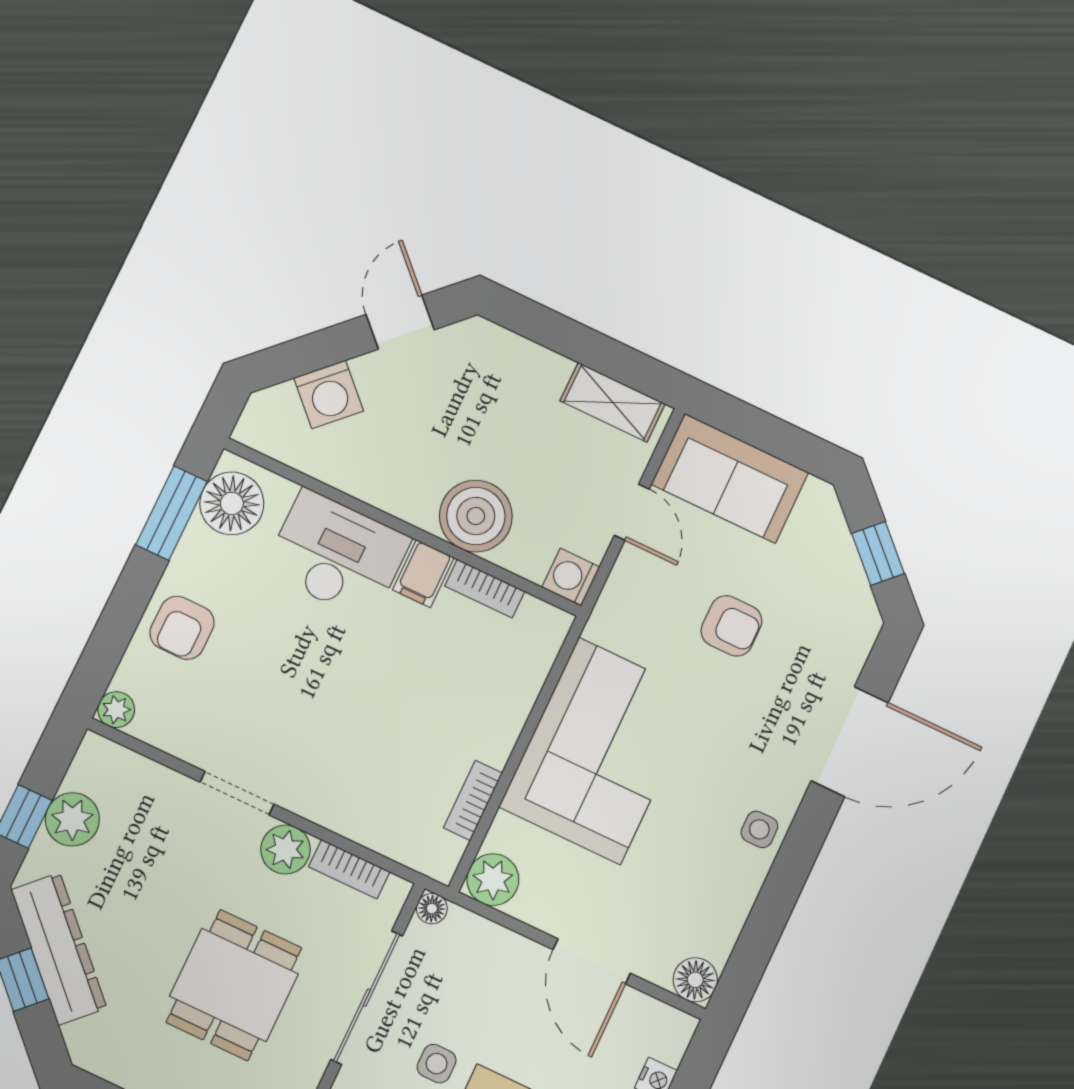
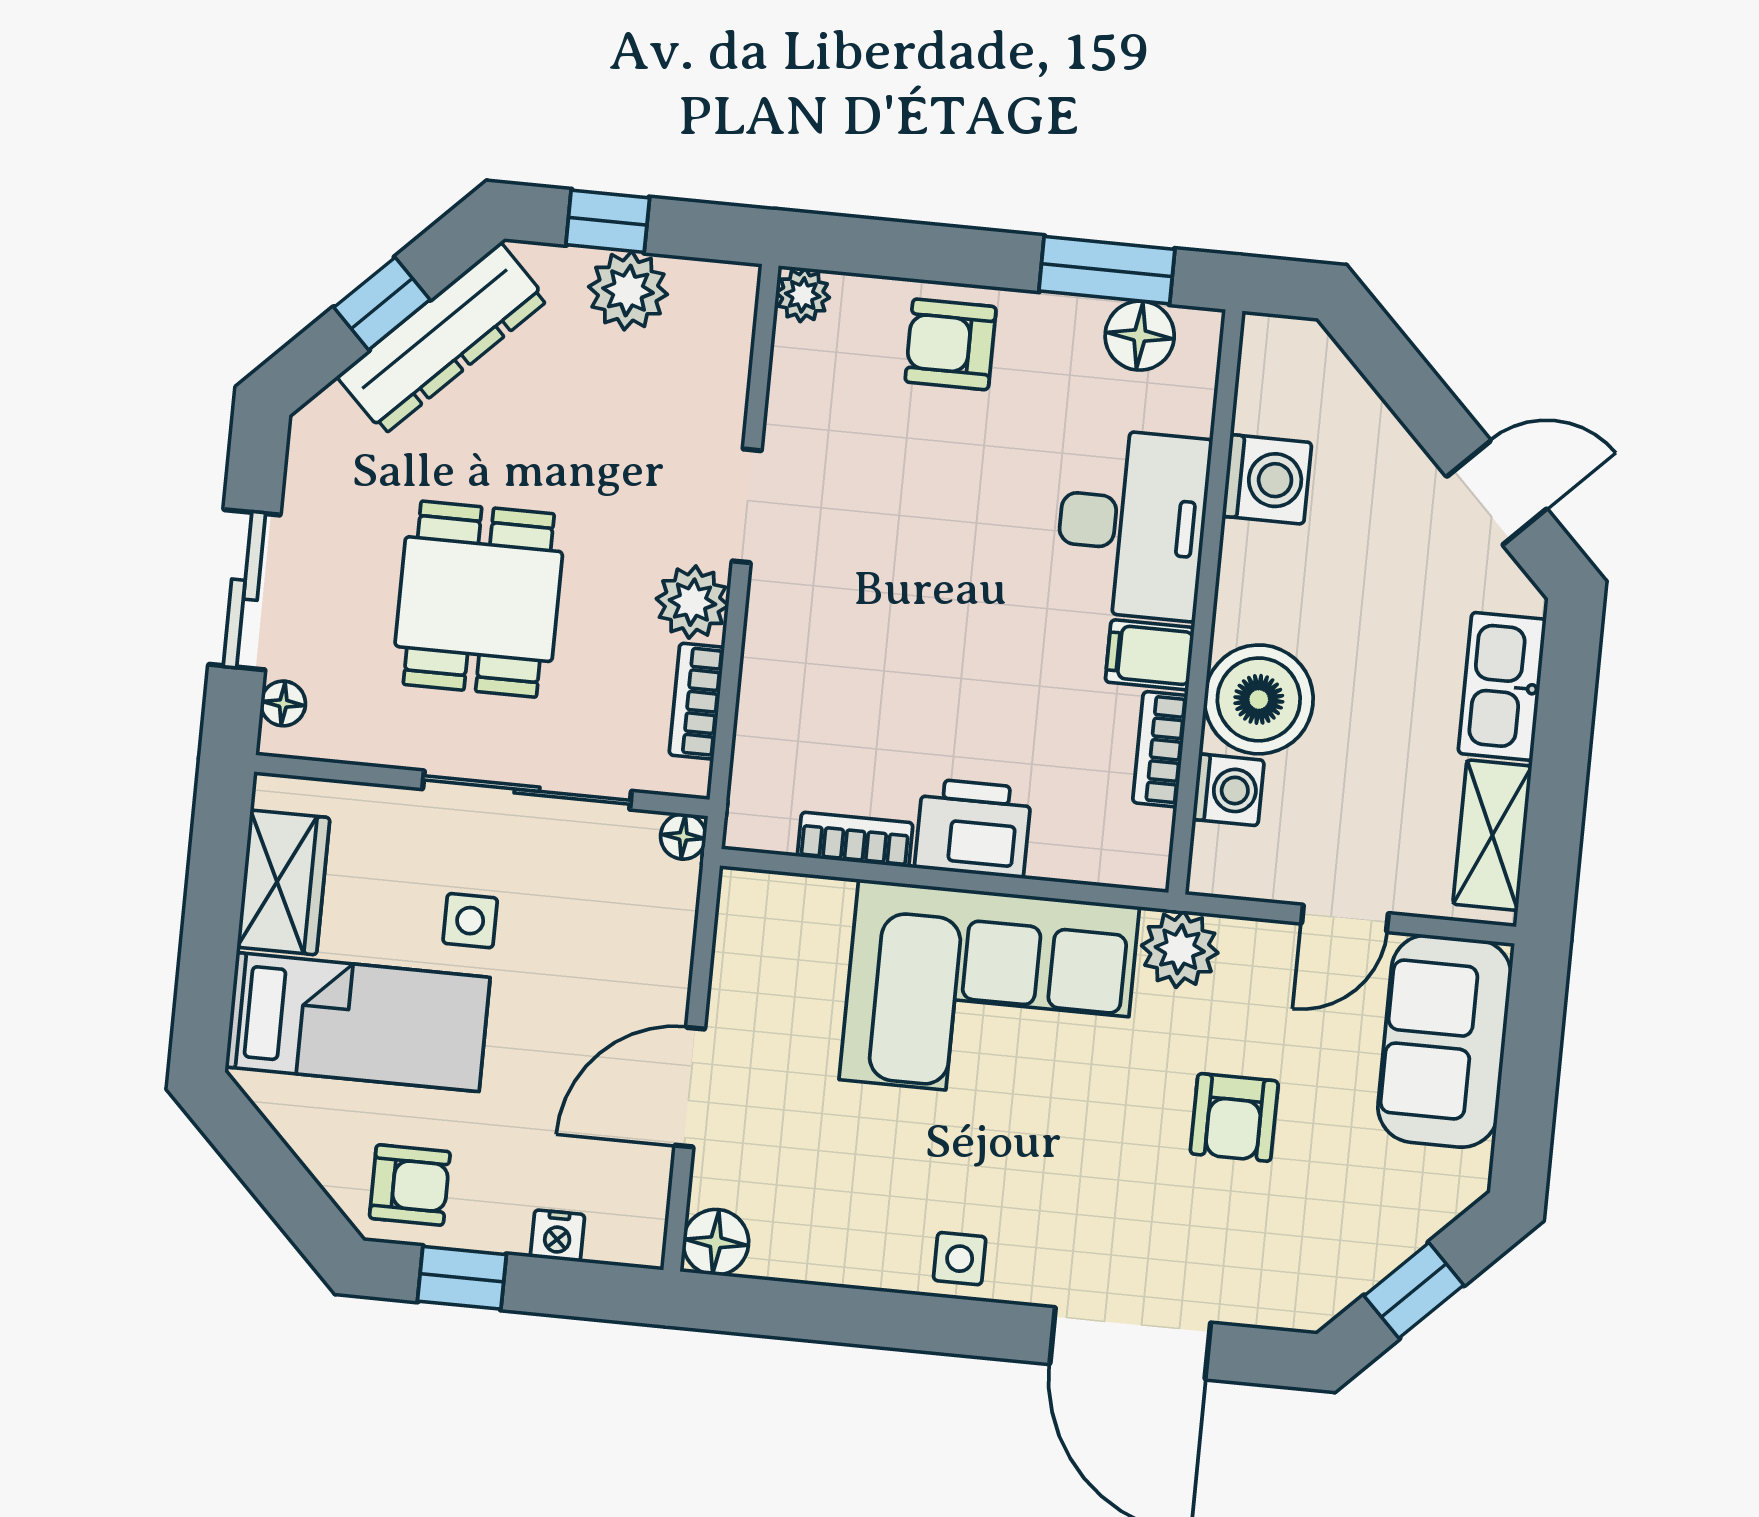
kitchen sink: (522, 363) -> (1502, 686), added
washing machine: (329, 394) -> (1267, 479), moved, turned -135
floor lamp: (232, 503) -> (1140, 336), width x0.73, depth x0.73
washing machine: (571, 577) -> (1228, 790), moved, turned 90
printer: (492, 724) -> (973, 828), added
plant: (493, 880) -> (1180, 949), moved
dining table: (234, 985) -> (479, 599), turned 90

